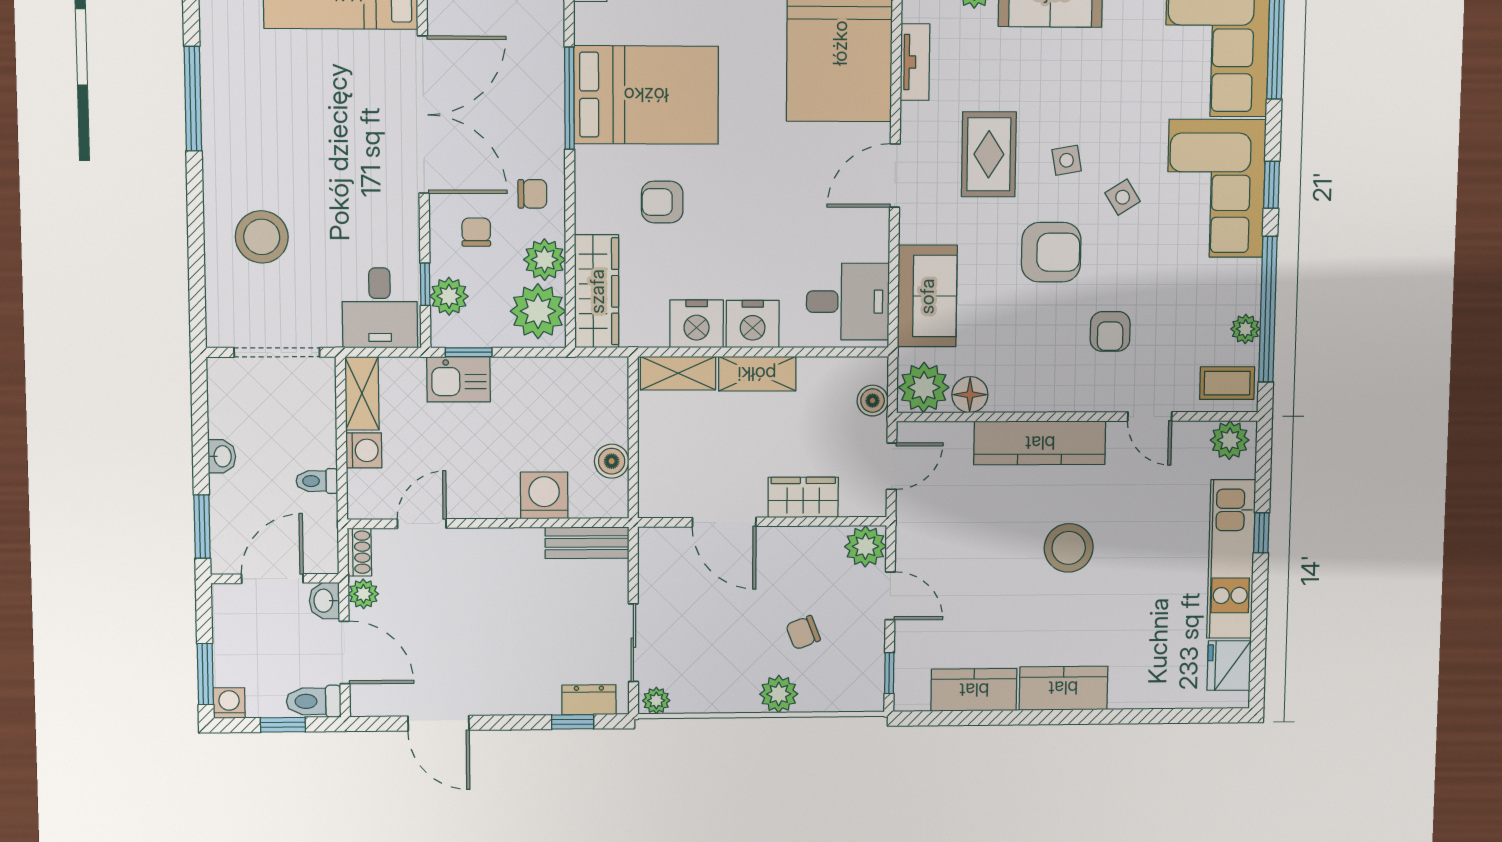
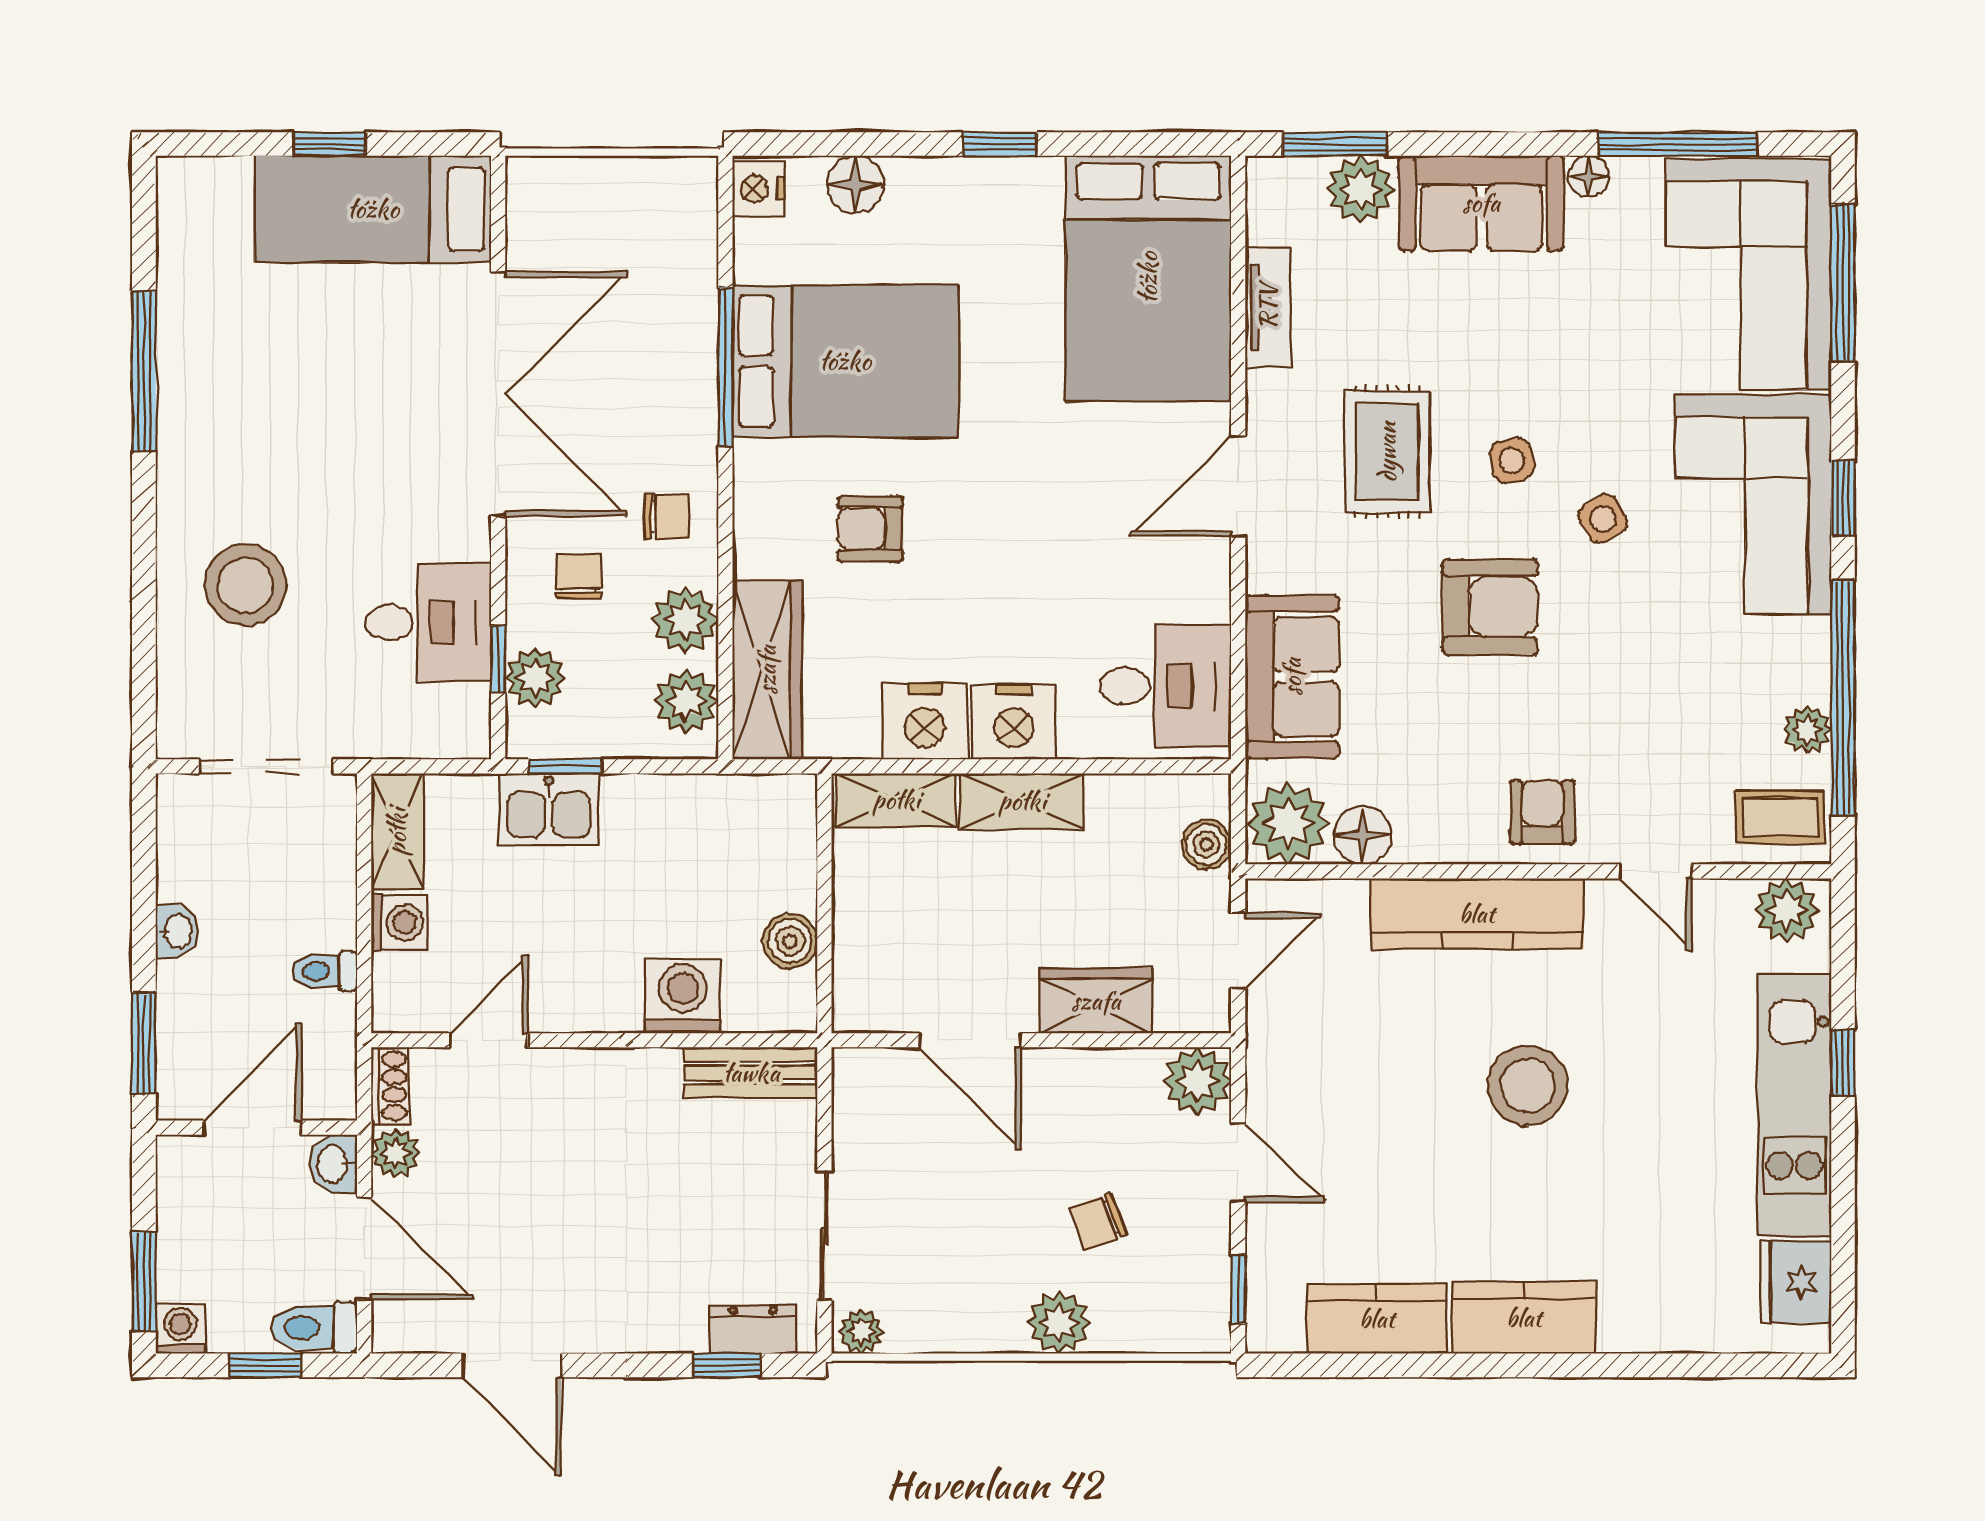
desk: (380, 308) -> (428, 623), moved, turned -90
plant: (538, 311) -> (686, 701), width x0.73, depth x0.73
armchair: (1110, 331) -> (1542, 812), moved, turned 180

